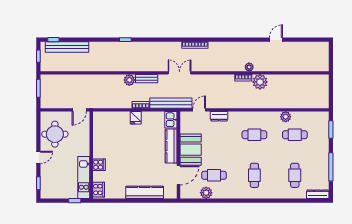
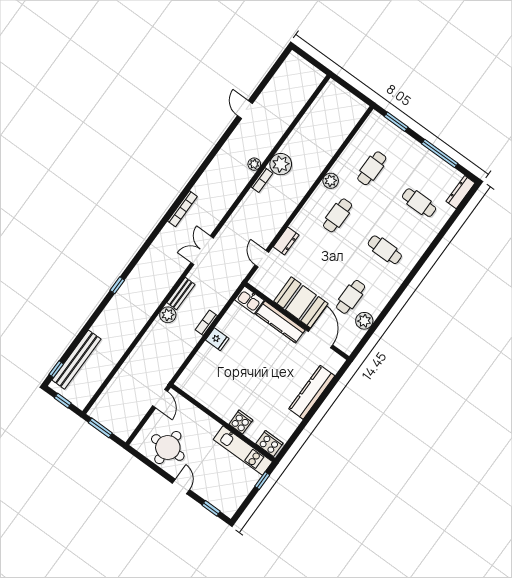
bench: (171, 103) -> (230, 286), removed
plant: (286, 117) -> (331, 181), moved

